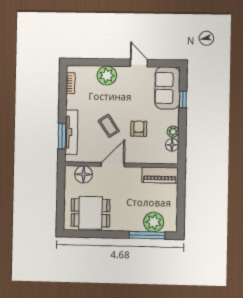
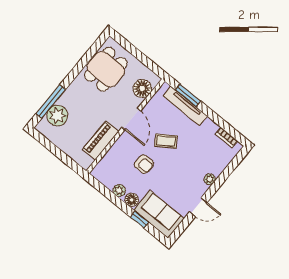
plant: (107, 75) -> (210, 179), width x0.53, depth x0.53
floor lamp: (172, 145) -> (132, 200), moved
piano: (160, 175) -> (101, 141), moved

